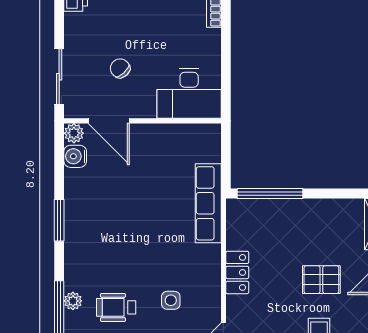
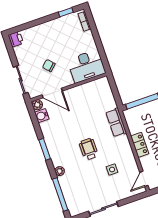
row of seats: (208, 203) -> (116, 122), width x0.68
plant: (73, 301) -> (60, 171), moved
wheelchair: (116, 307) -> (89, 149), moved, turned 90

